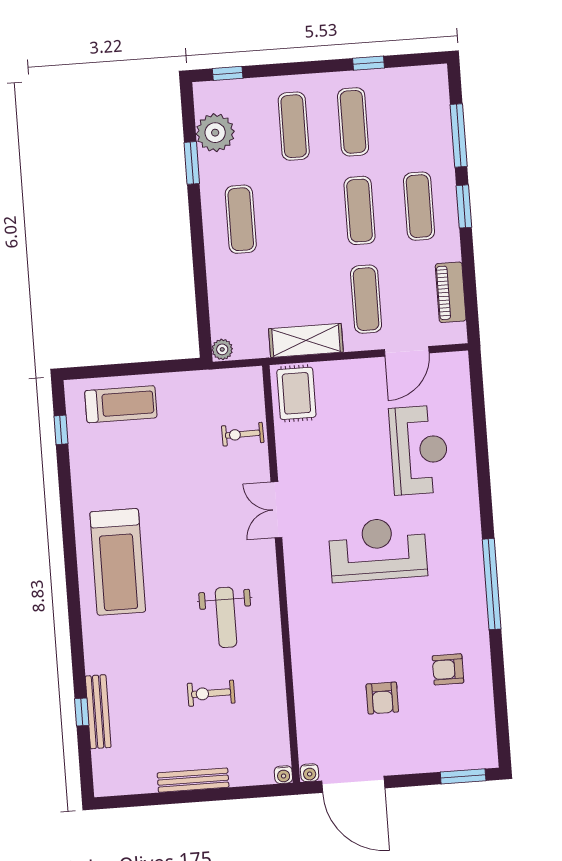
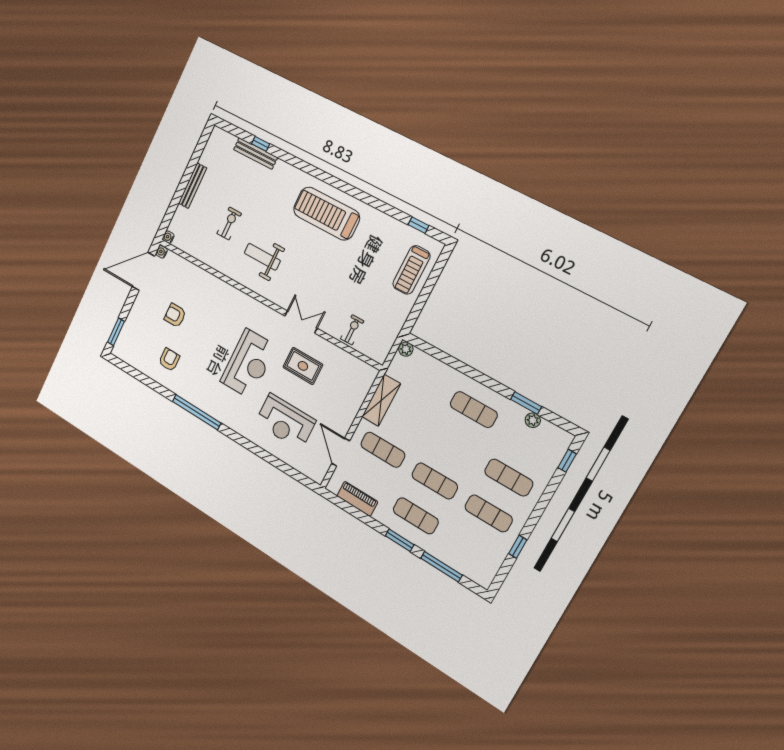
plant: (215, 133) -> (533, 420), width x0.53, depth x0.53
rug: (296, 393) -> (303, 366), moved

